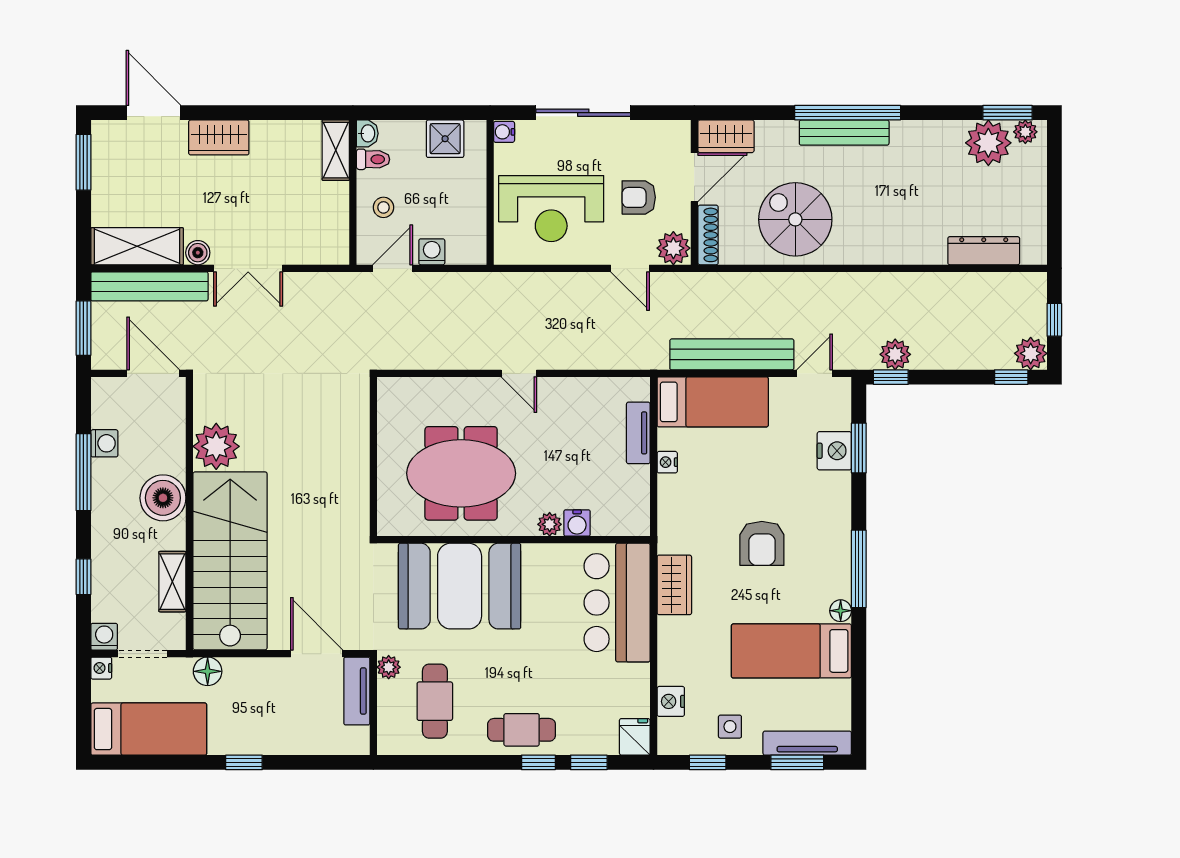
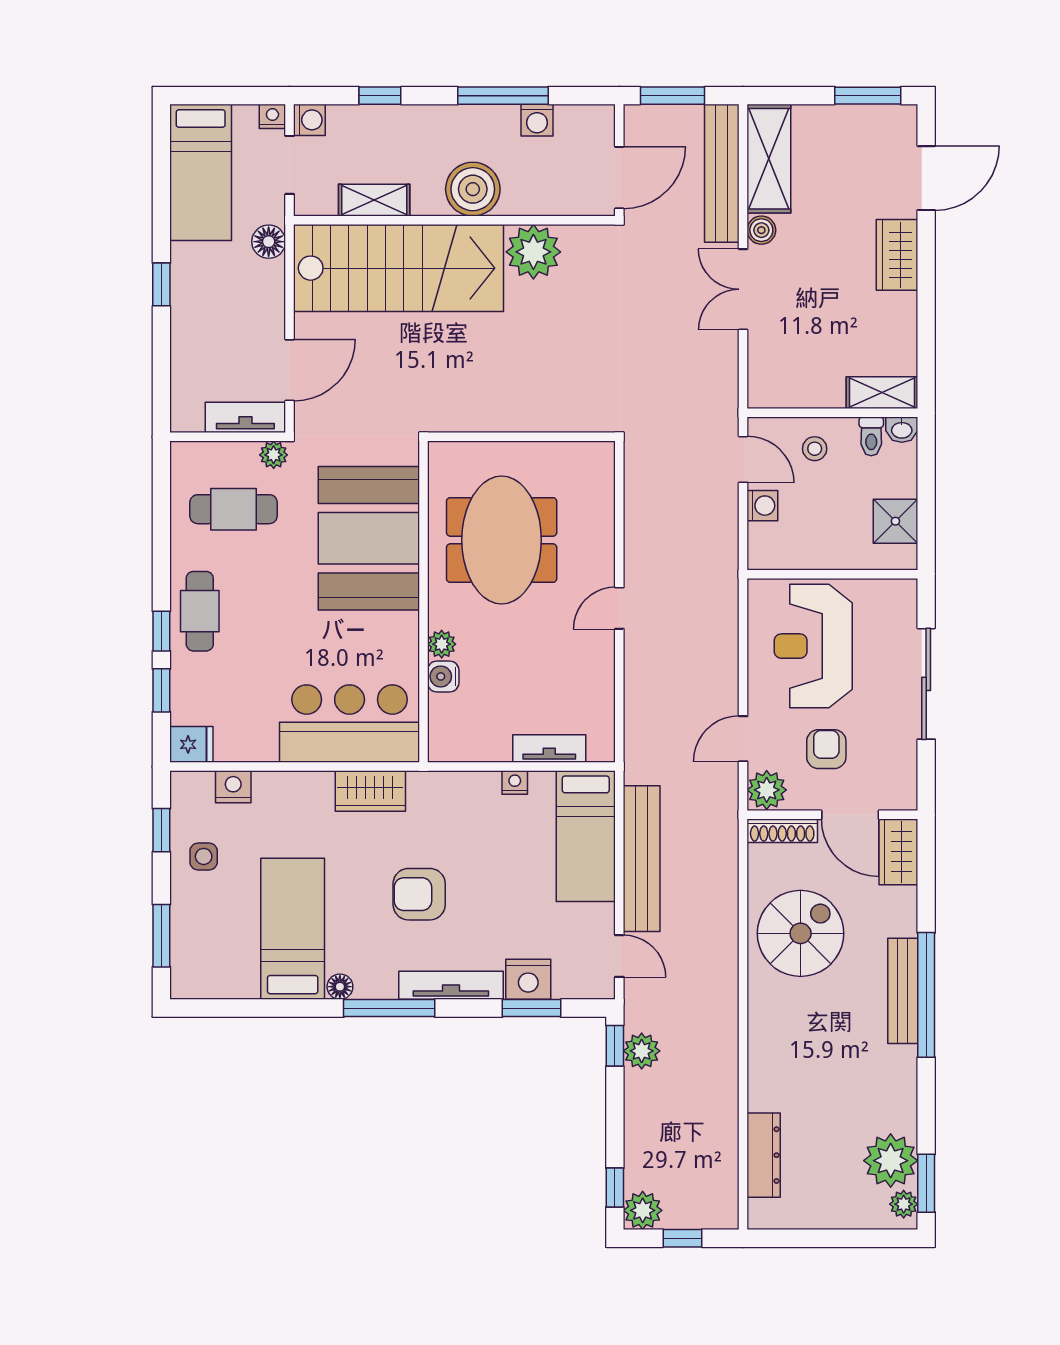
water cooler: (504, 132) -> (904, 591), removed
tv unit: (807, 743) -> (451, 985), moved, turned -90

